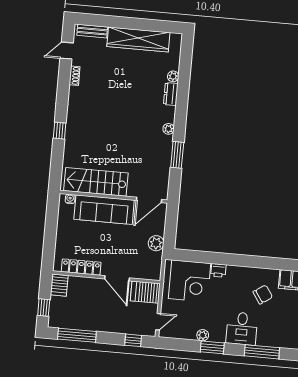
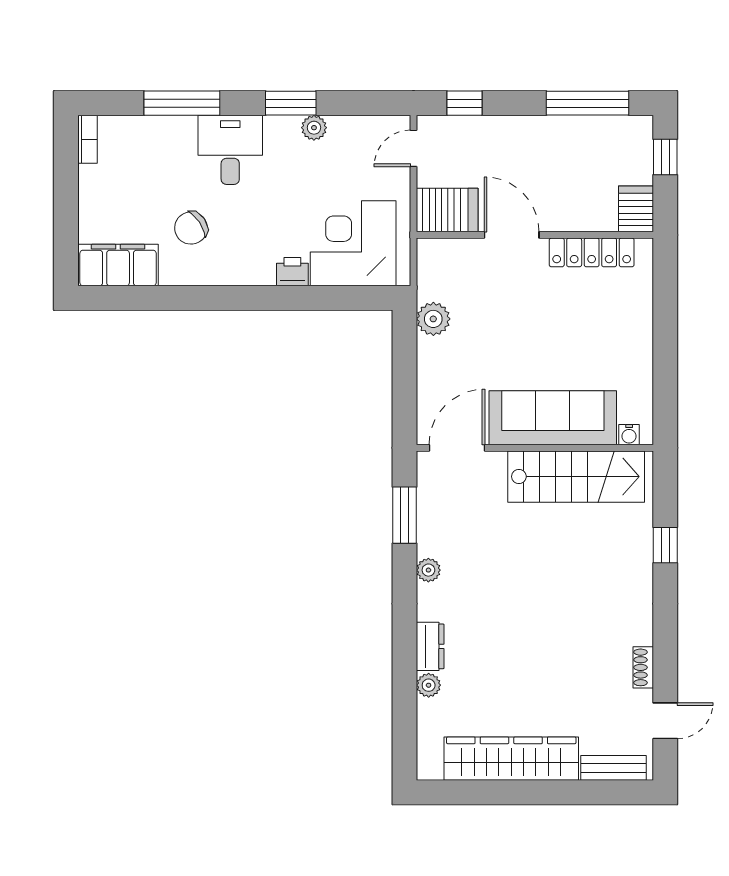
stairs: (96, 182) -> (576, 477), moved
wall: (114, 197) -> (535, 448), moved
water cooler: (70, 199) -> (629, 435), moved
door: (149, 200) -> (457, 448), moved
sofa: (104, 210) -> (553, 418), moved

